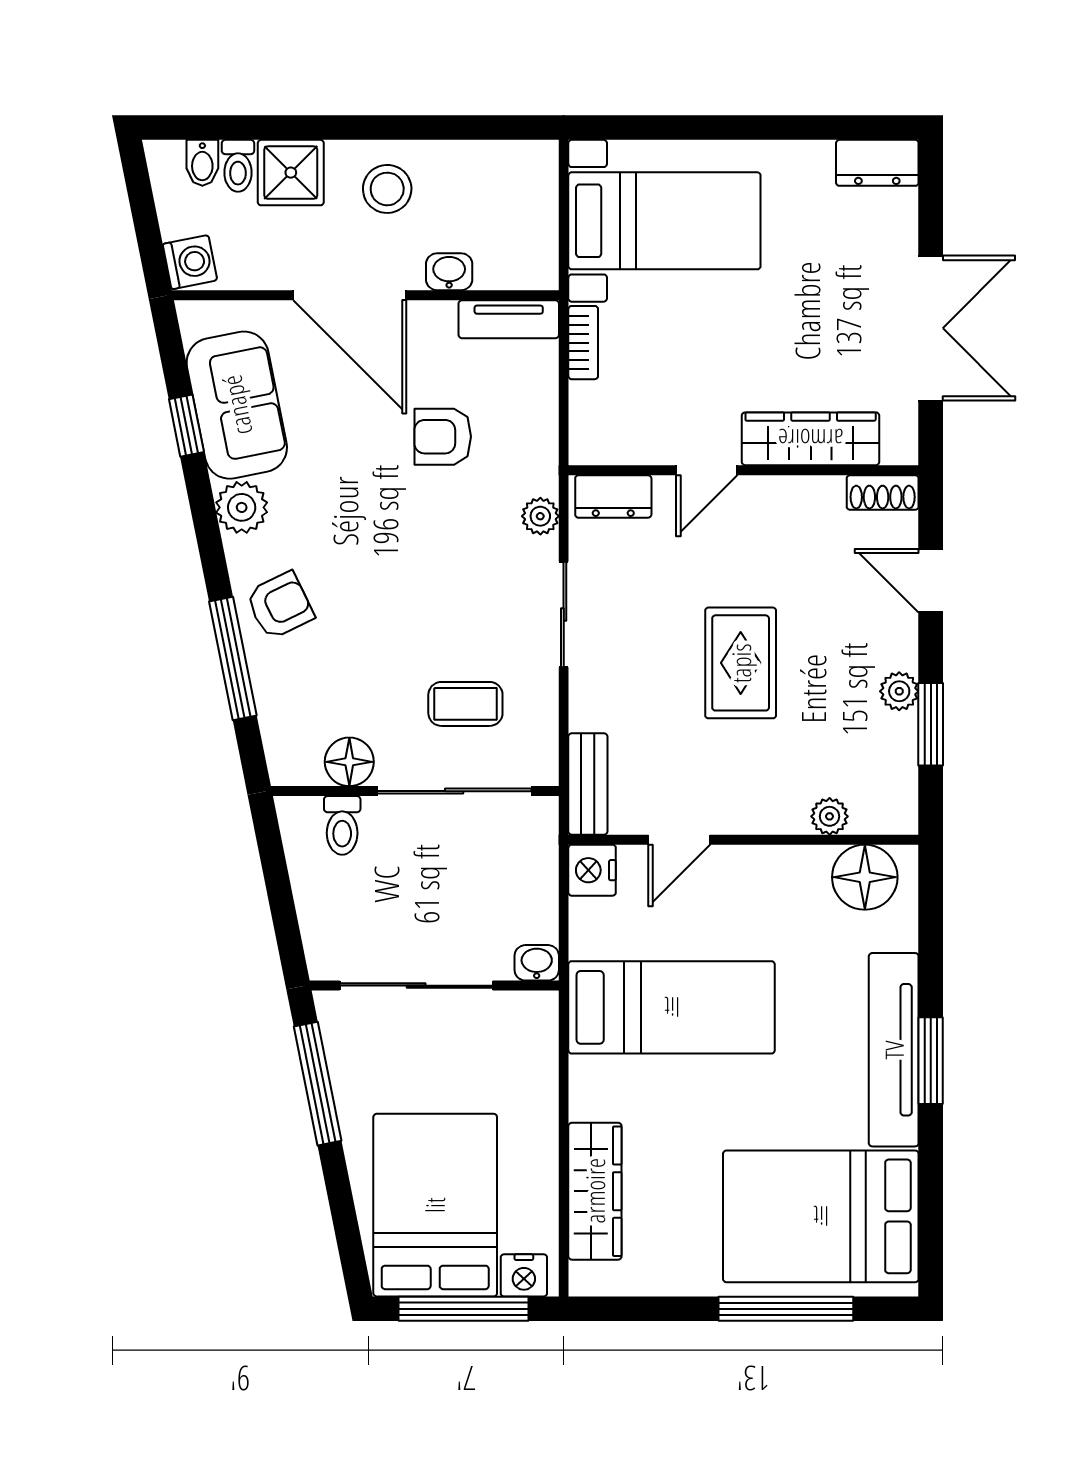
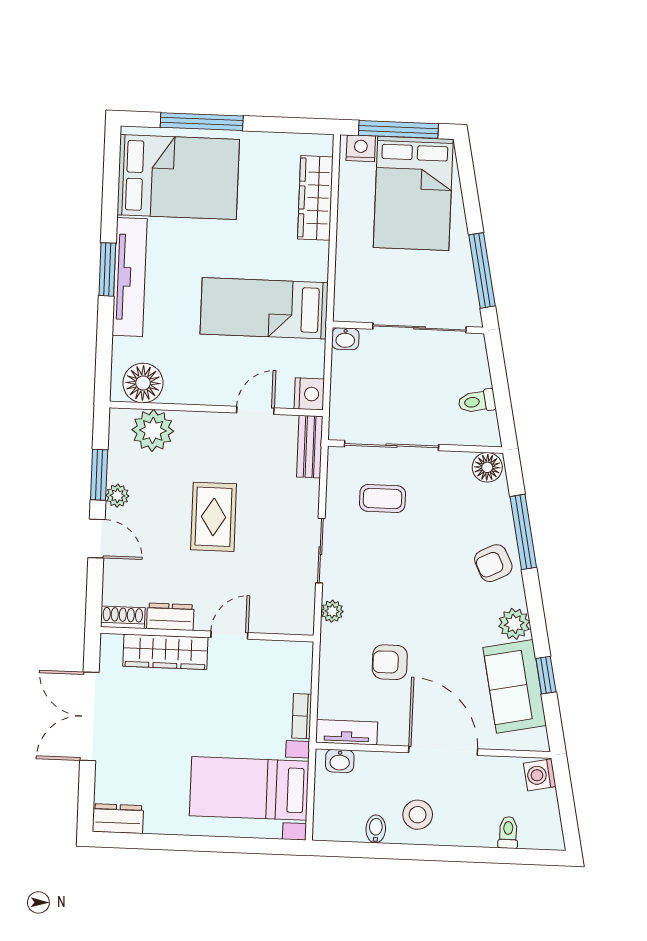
bidet: (202, 163) -> (376, 829), moved
shower: (291, 173) -> (476, 827), removed
washbasin: (449, 272) -> (340, 761), moved
armchair: (443, 437) -> (390, 662), turned 180
dresser: (613, 496) -> (170, 617), moved
door: (931, 581) -> (97, 539), moved
floor lamp: (349, 762) -> (487, 467), moved
plant: (830, 816) -> (153, 430), width x1.87, depth x1.87
toilet: (342, 825) -> (477, 401), moved, turned -101

